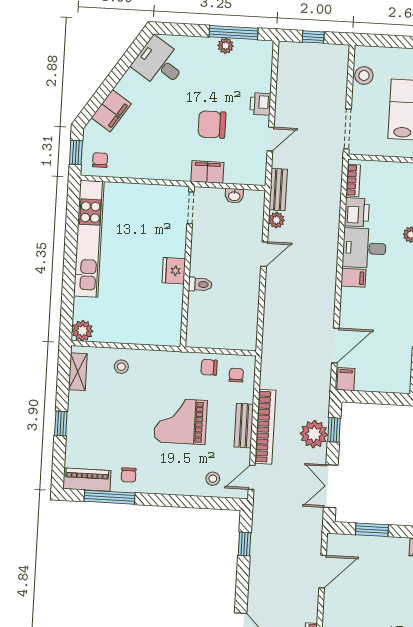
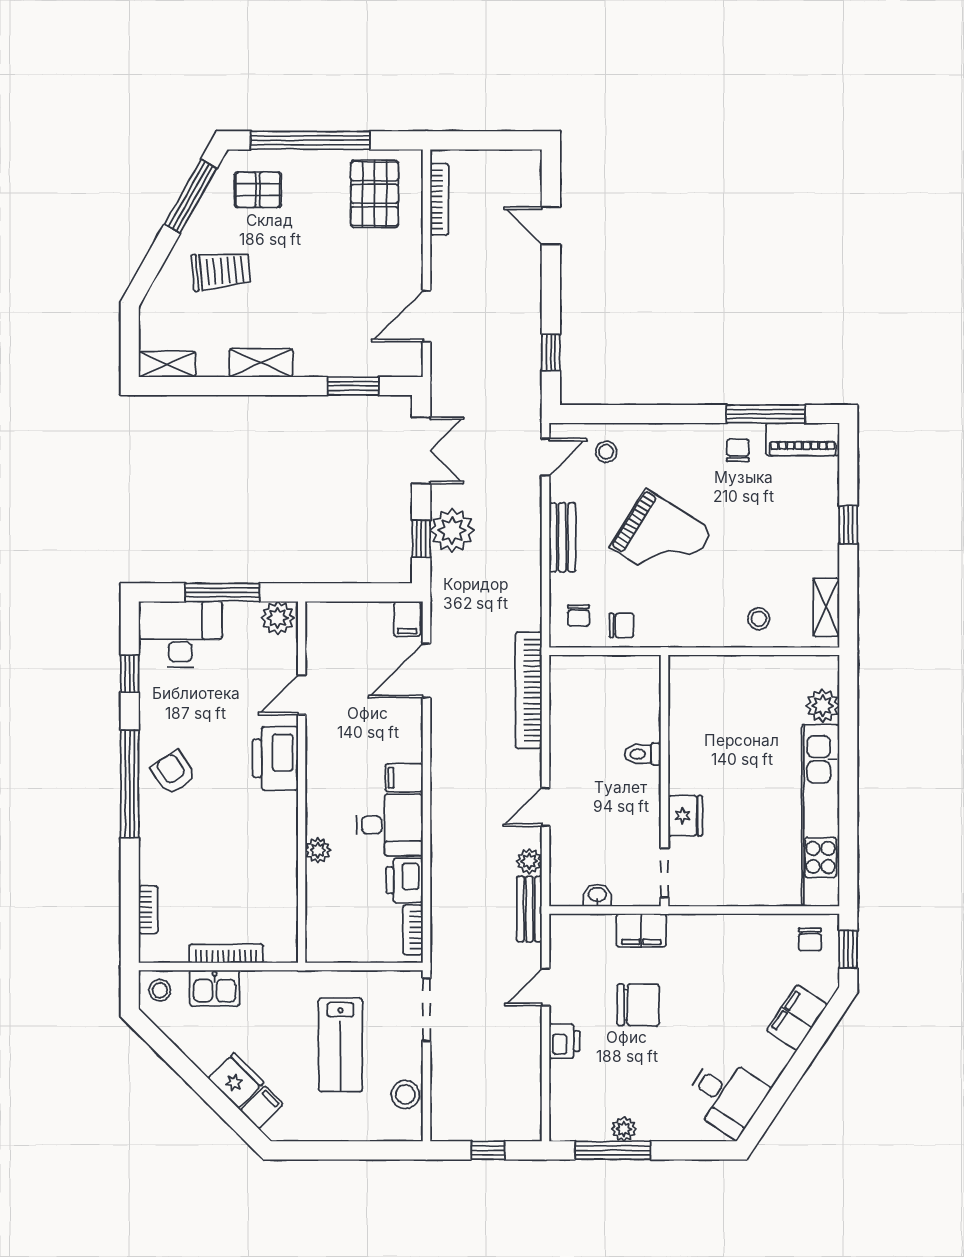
fridge: (174, 271) -> (685, 816), moved
plant: (82, 331) -> (823, 706), moved
grand piano: (181, 421) -> (661, 539), turned 32
bookcase: (265, 427) -> (529, 690), moved

